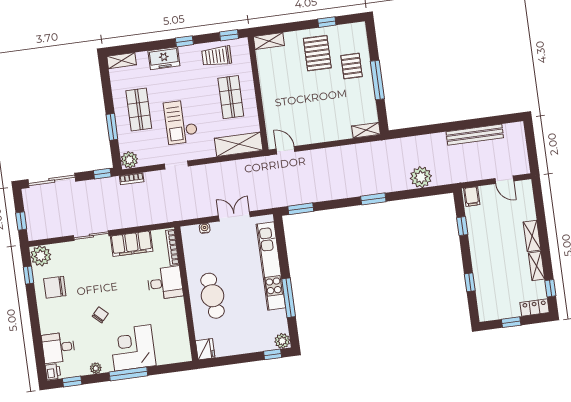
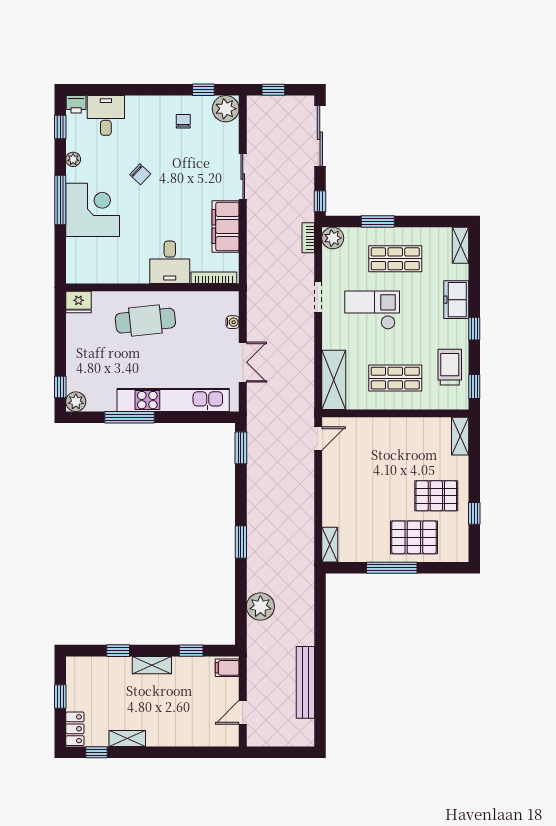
pallet: (352, 66) -> (414, 537), width x1.50, depth x1.42
shelving: (532, 236) -> (152, 665), moved
chair: (55, 287) -> (183, 121), width x0.54, depth x0.54

